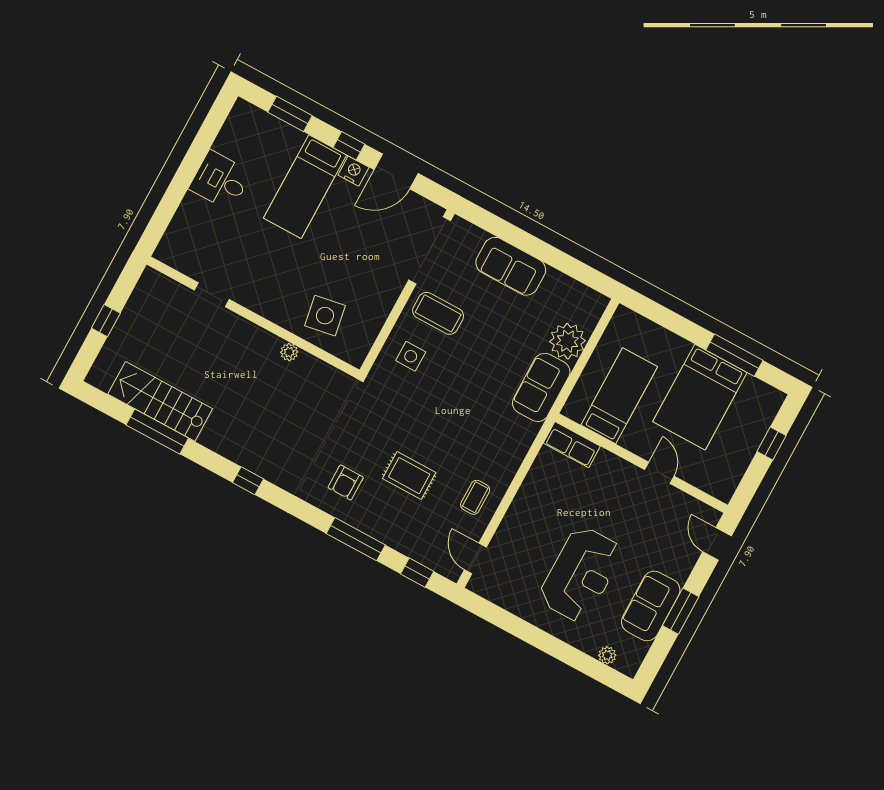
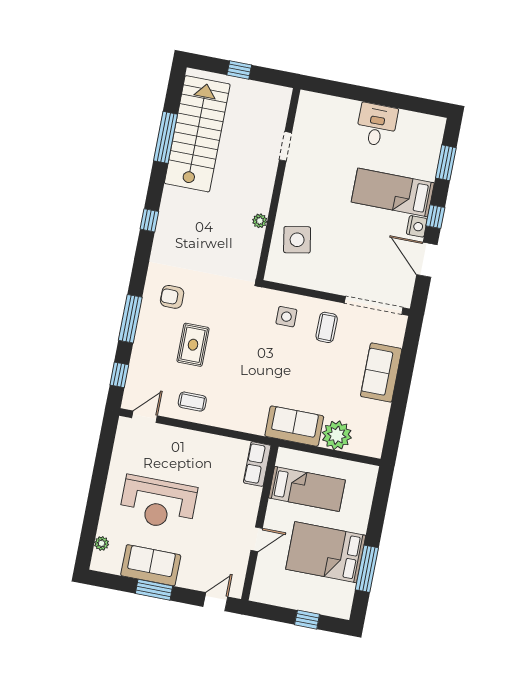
coffee table: (438, 313) -> (327, 327), width x0.73, depth x0.77
stairs: (160, 401) -> (197, 134), width x1.36, depth x1.51

